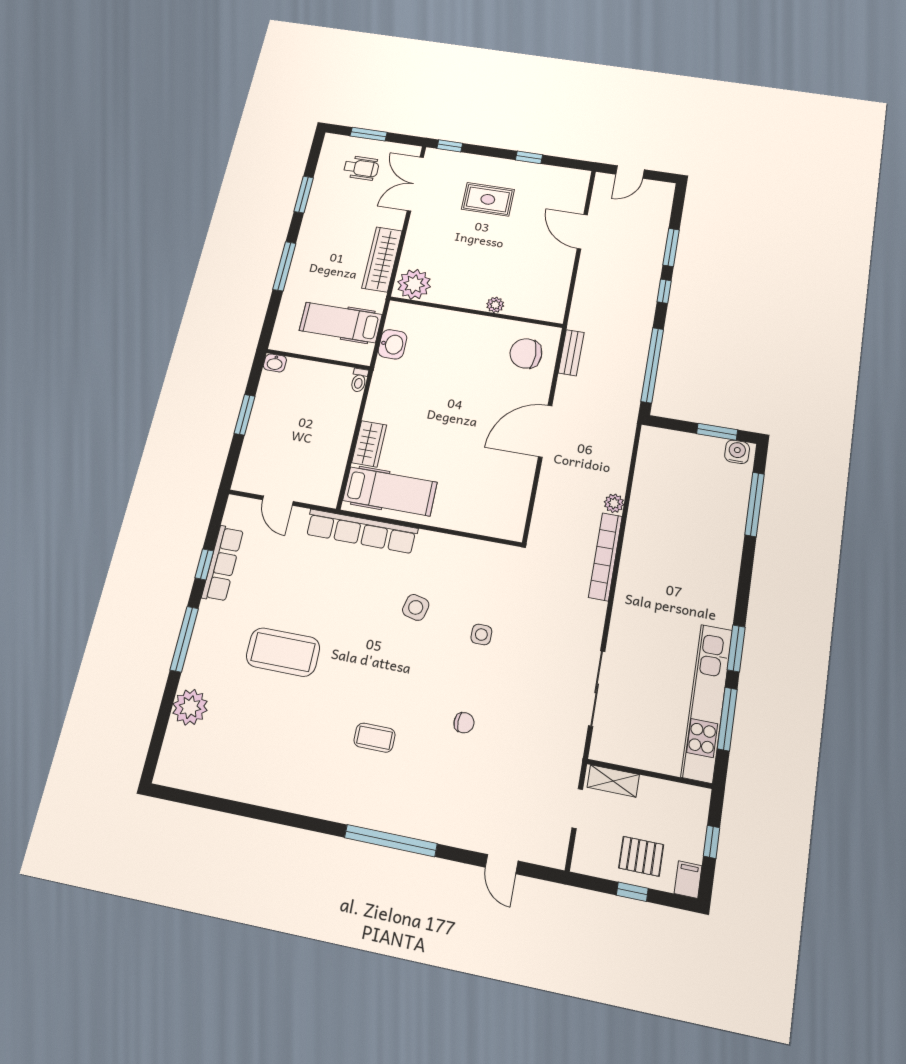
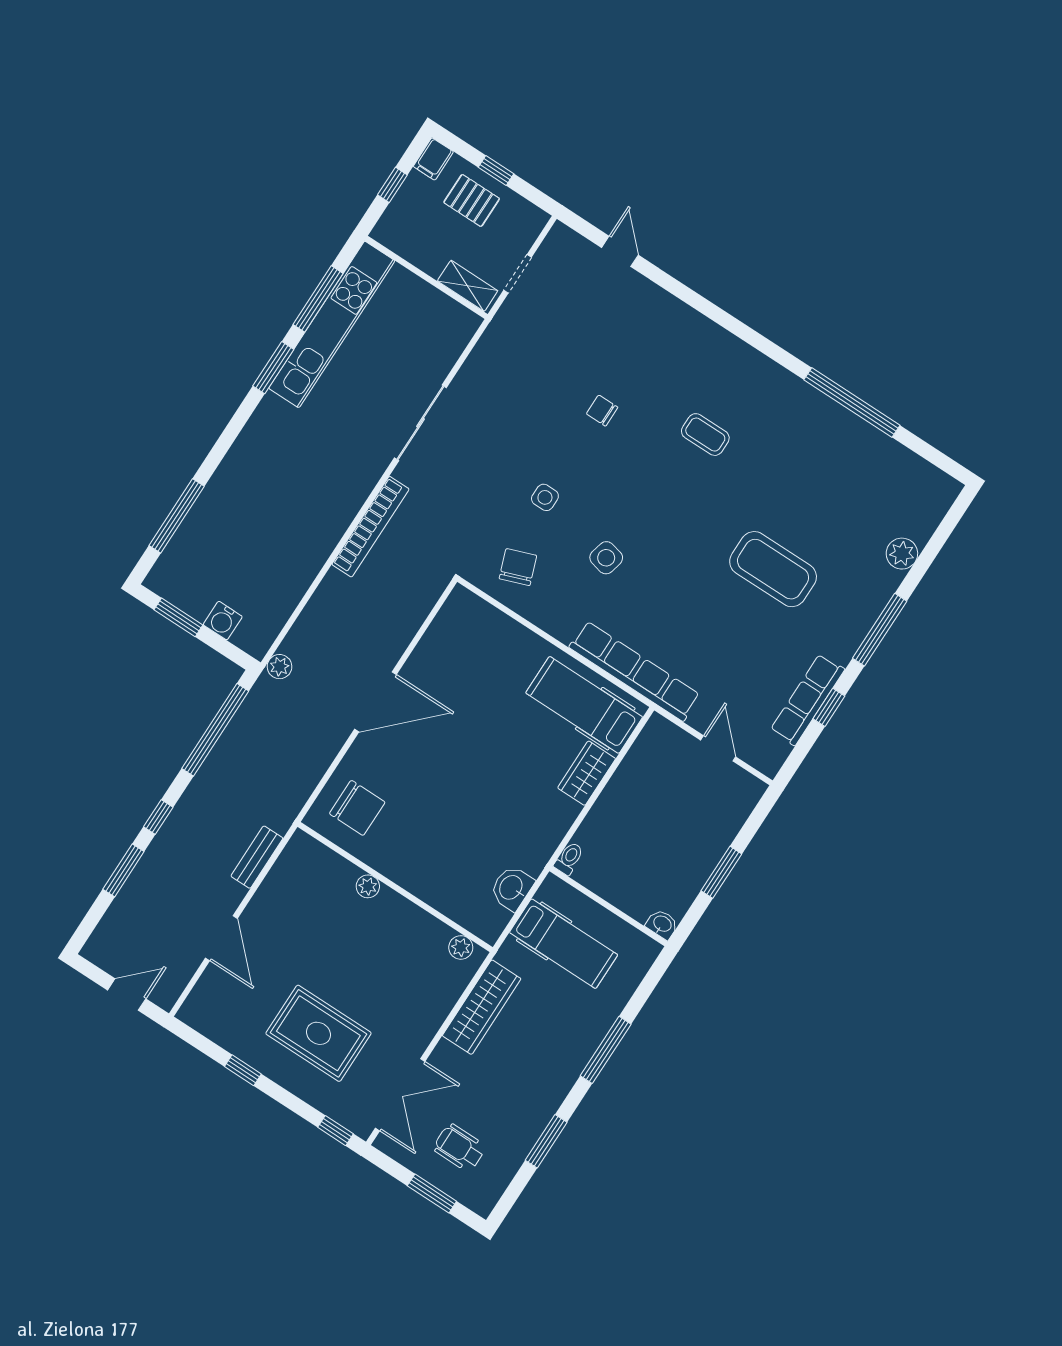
rug: (488, 199) -> (318, 1033), width x1.36, depth x1.43
plant: (414, 284) -> (461, 947), width x0.53, depth x0.53
bench: (571, 353) -> (257, 857), moved
water cooler: (737, 452) -> (223, 621), moved
plant: (614, 503) -> (280, 667), moved
chair: (480, 572) -> (518, 567), added
sliding door: (597, 688) -> (420, 423), moved
plant: (190, 707) -> (902, 554), width x0.73, depth x0.73
window: (391, 841) -> (852, 403), moved

